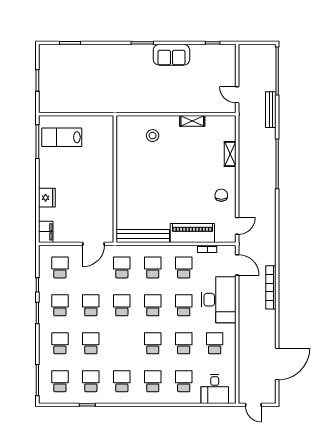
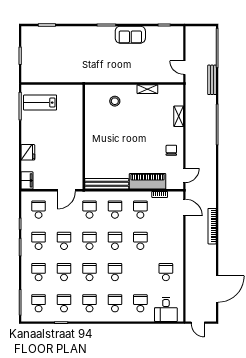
desk: (219, 300) -> (169, 236), removed
school desk: (184, 343) -> (89, 272), moved

